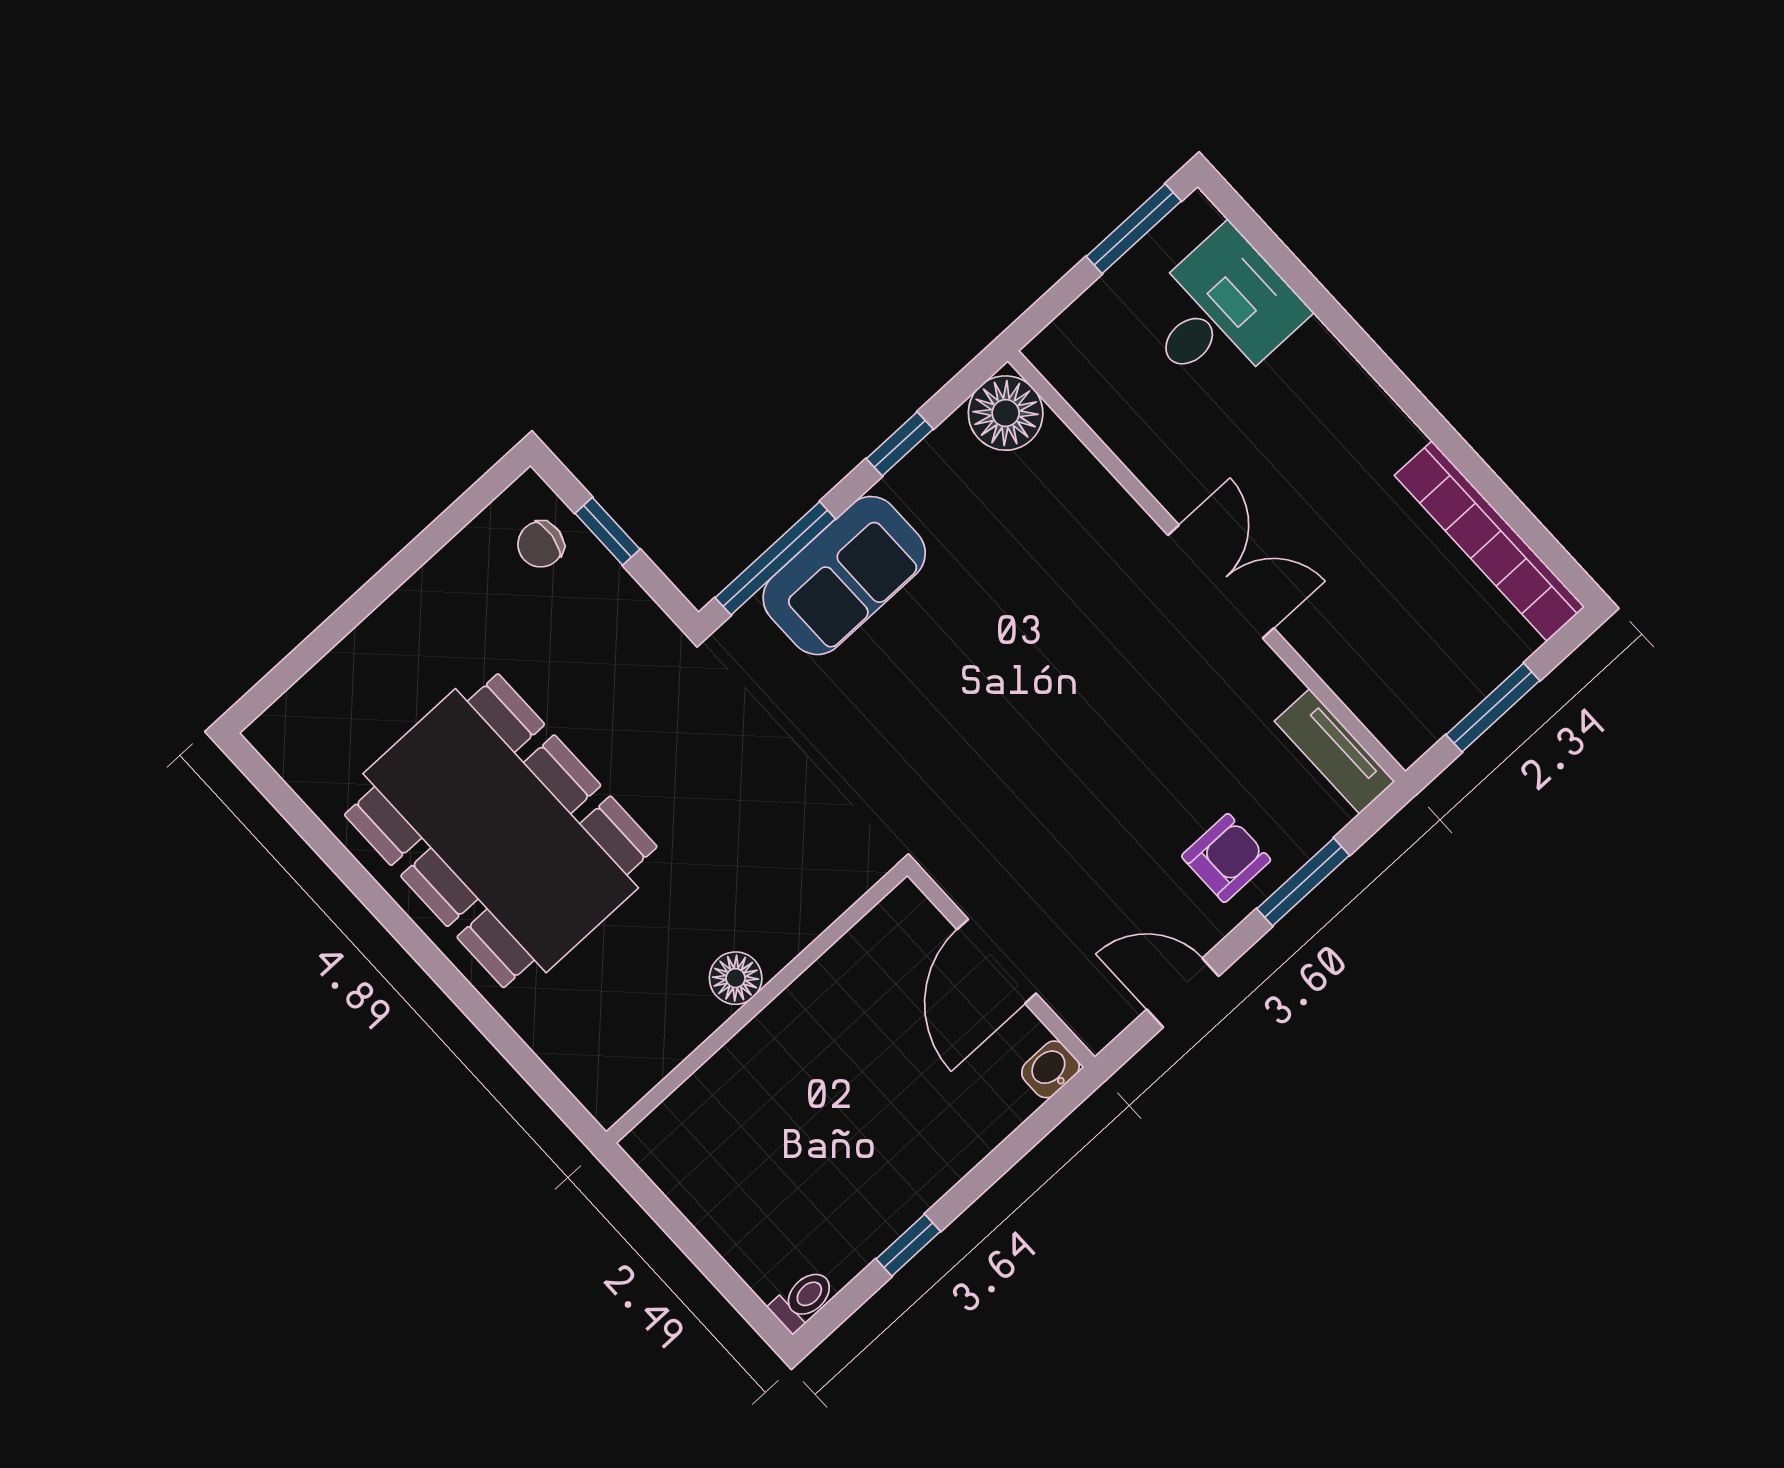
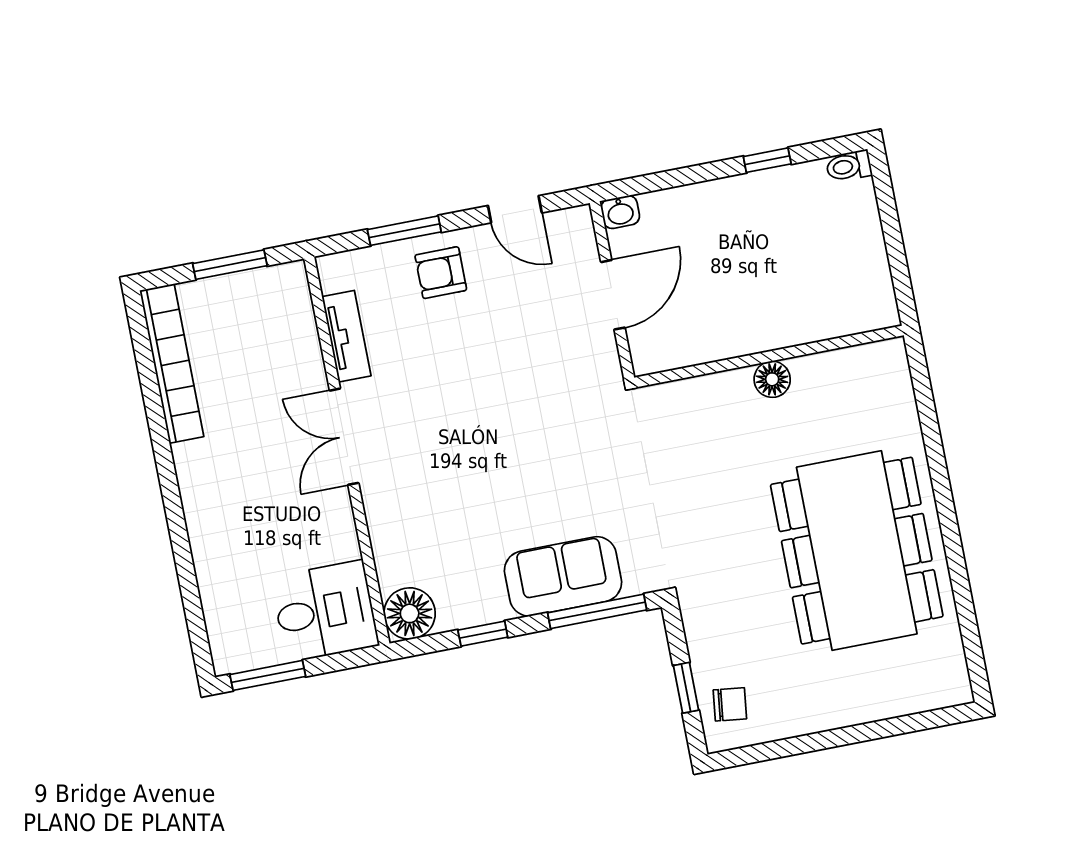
desk: (1221, 312) -> (325, 611), moved, turned 180
tv unit: (1335, 751) -> (346, 336), moved

